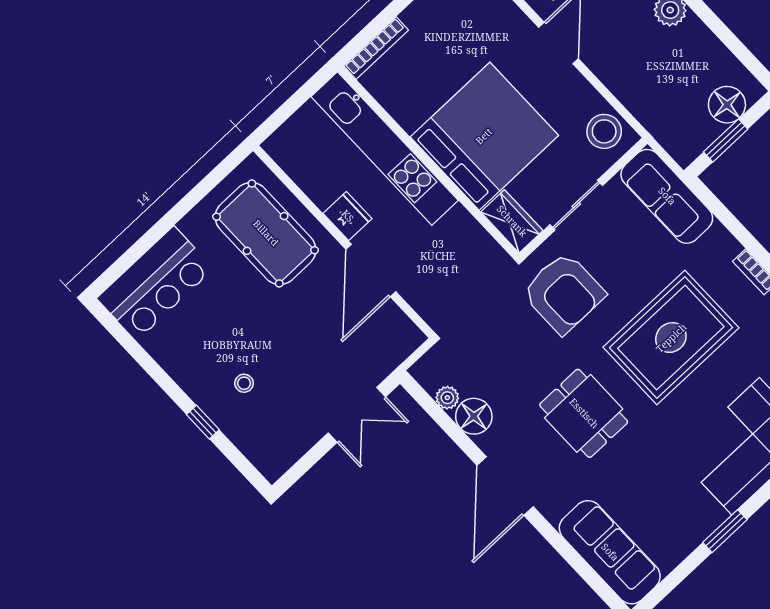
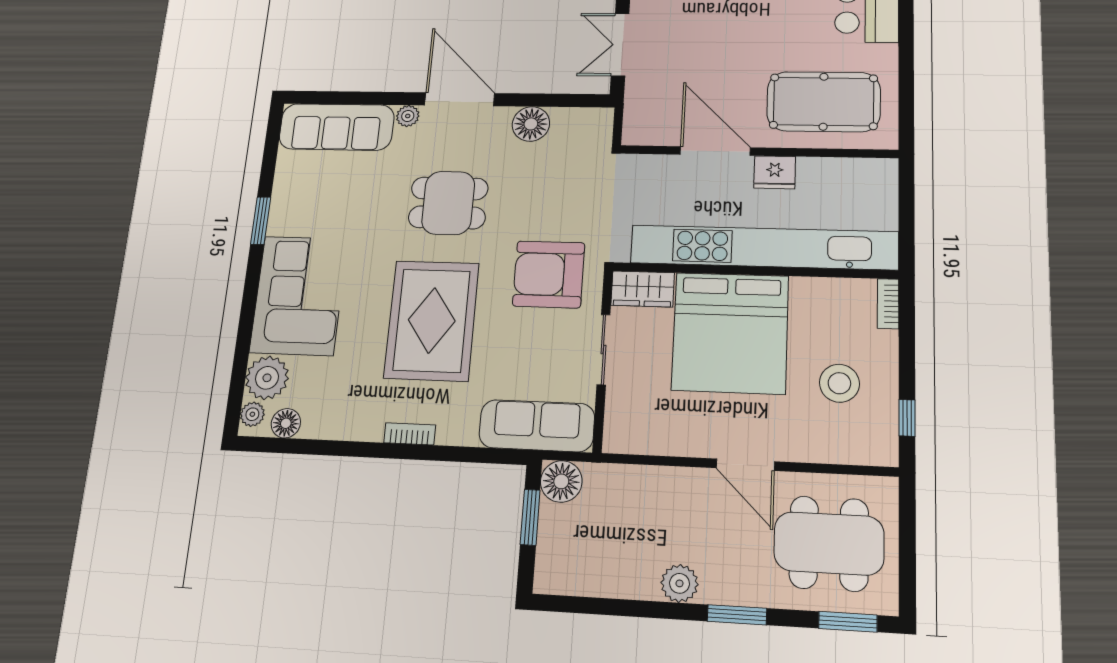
bookcase: (376, 48) -> (888, 304), width x0.64
floor lamp: (727, 105) -> (561, 481), moved
stool: (604, 131) -> (839, 383), moved
kitchen unit: (385, 149) -> (763, 247), width x1.36
plant: (447, 398) -> (408, 116), moved

